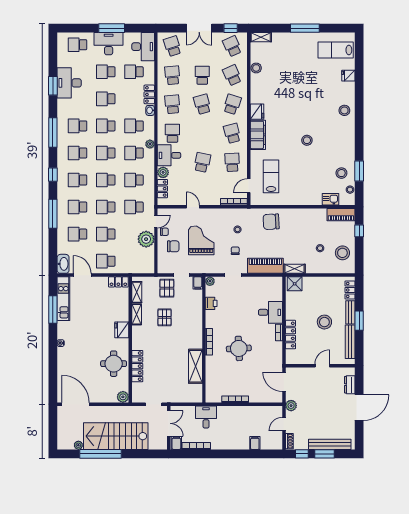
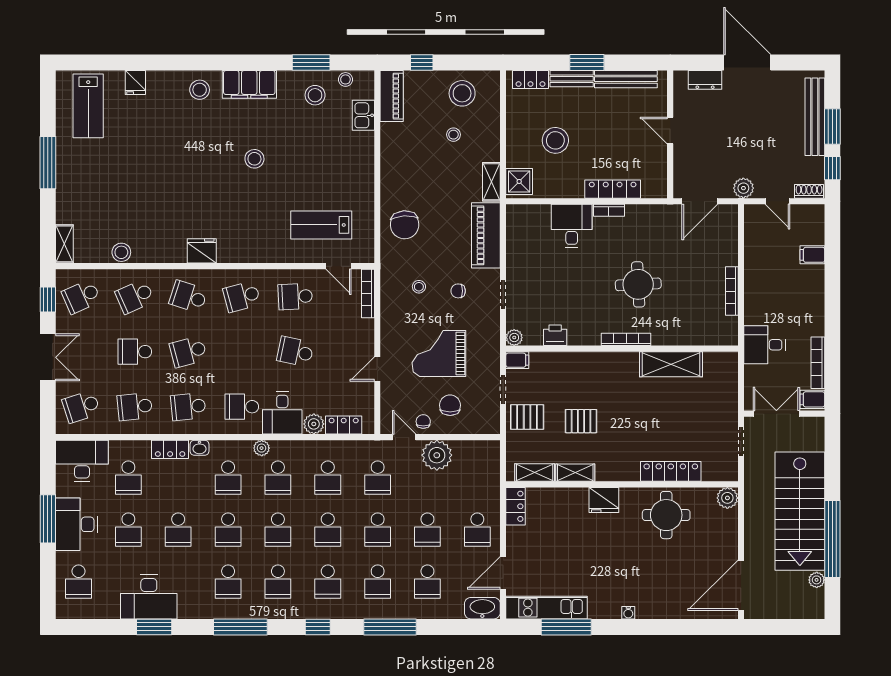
filing cabinet: (258, 135) -> (249, 84), moved, turned 180
stool: (324, 322) -> (555, 140), moved

